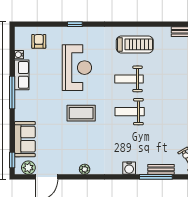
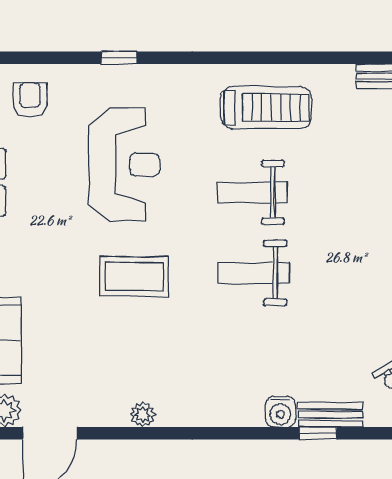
water cooler: (129, 168) -> (280, 412), moved
window: (156, 177) -> (318, 433), width x0.46

